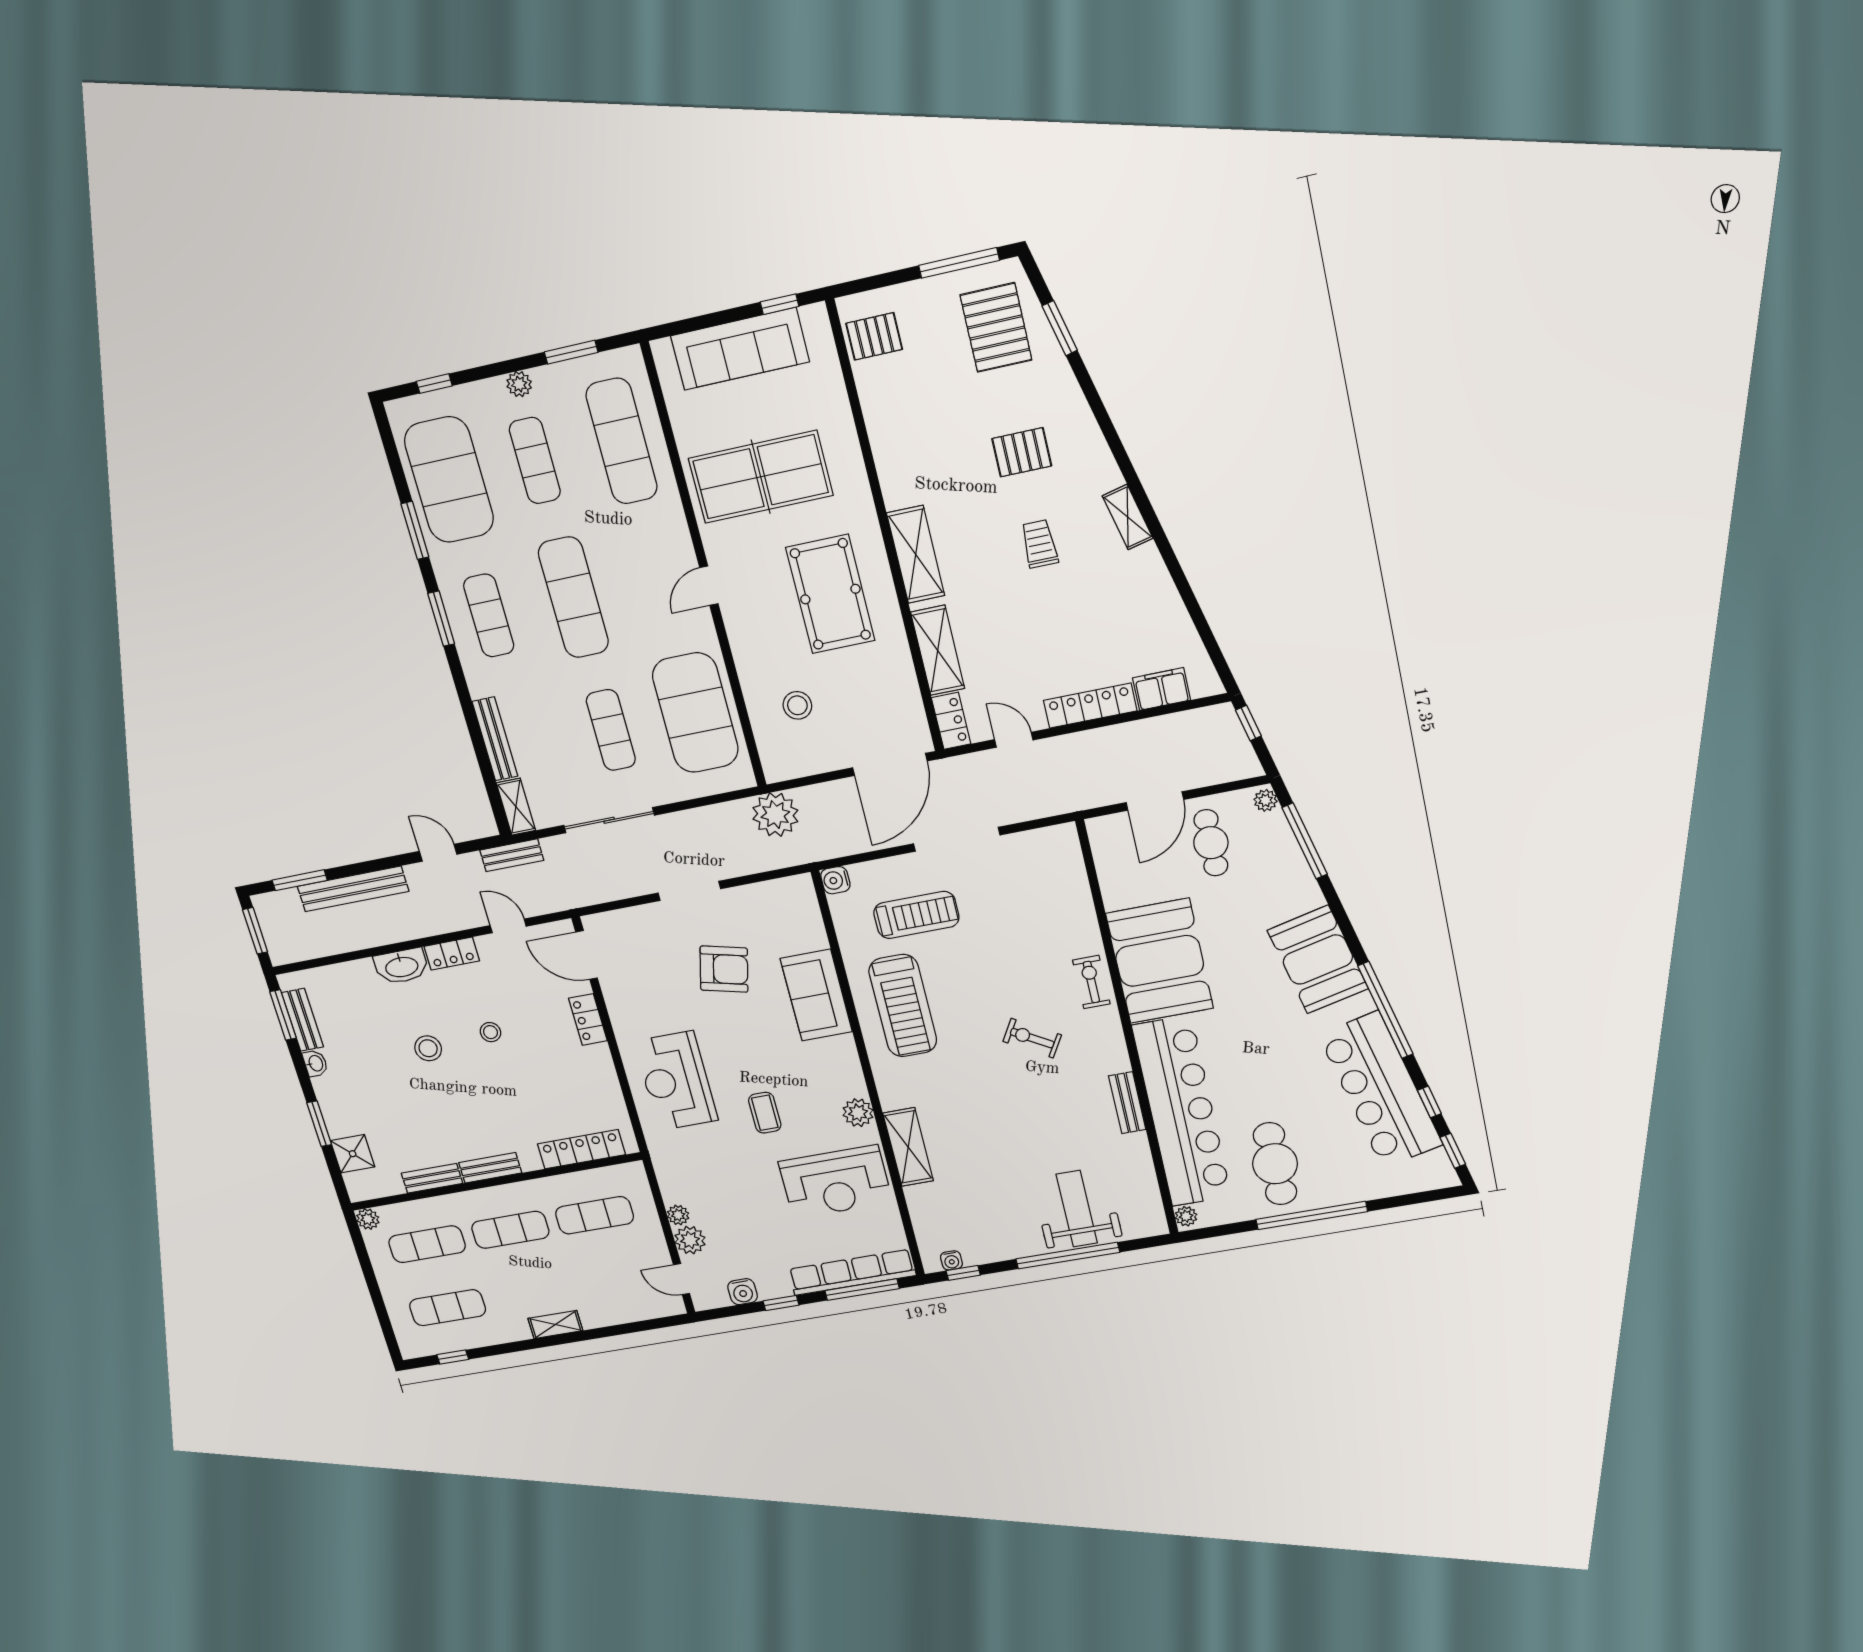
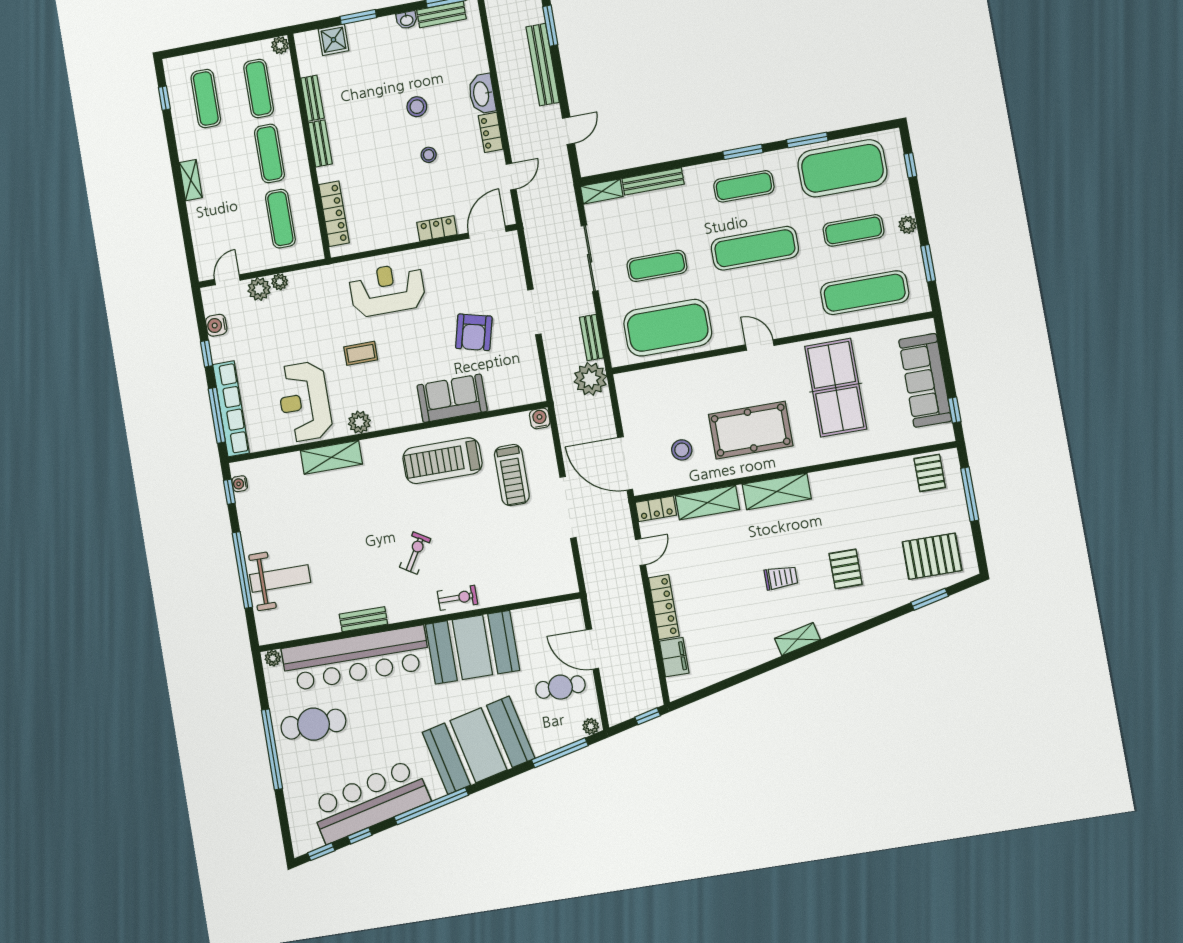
window: (959, 263) -> (970, 494), moved
stool: (797, 705) -> (682, 450), moved
bench: (512, 855) -> (592, 338), moved
booth: (1318, 960) -> (478, 745), width x1.36, depth x1.42

